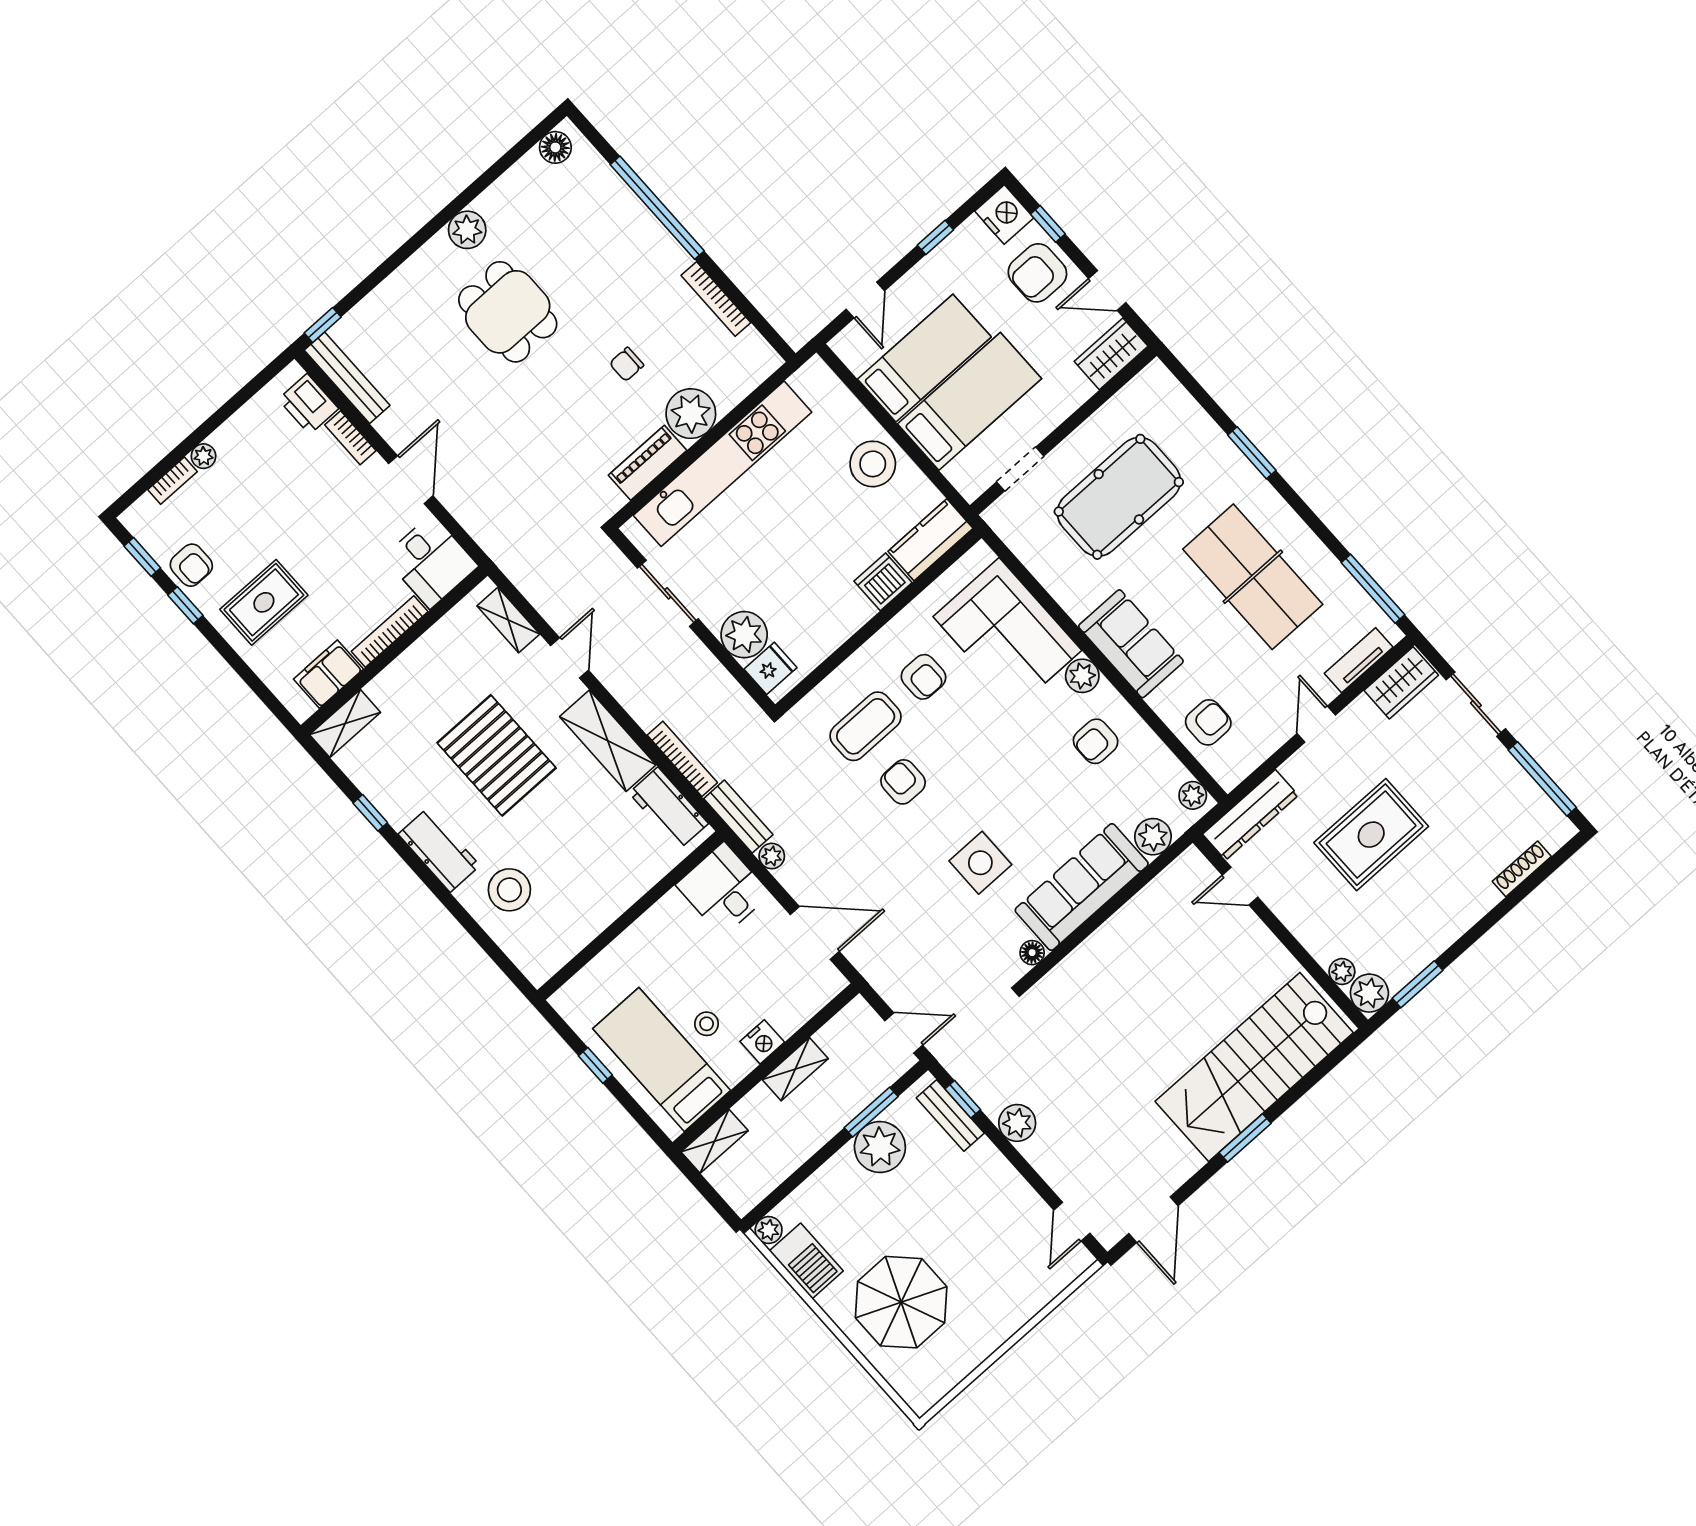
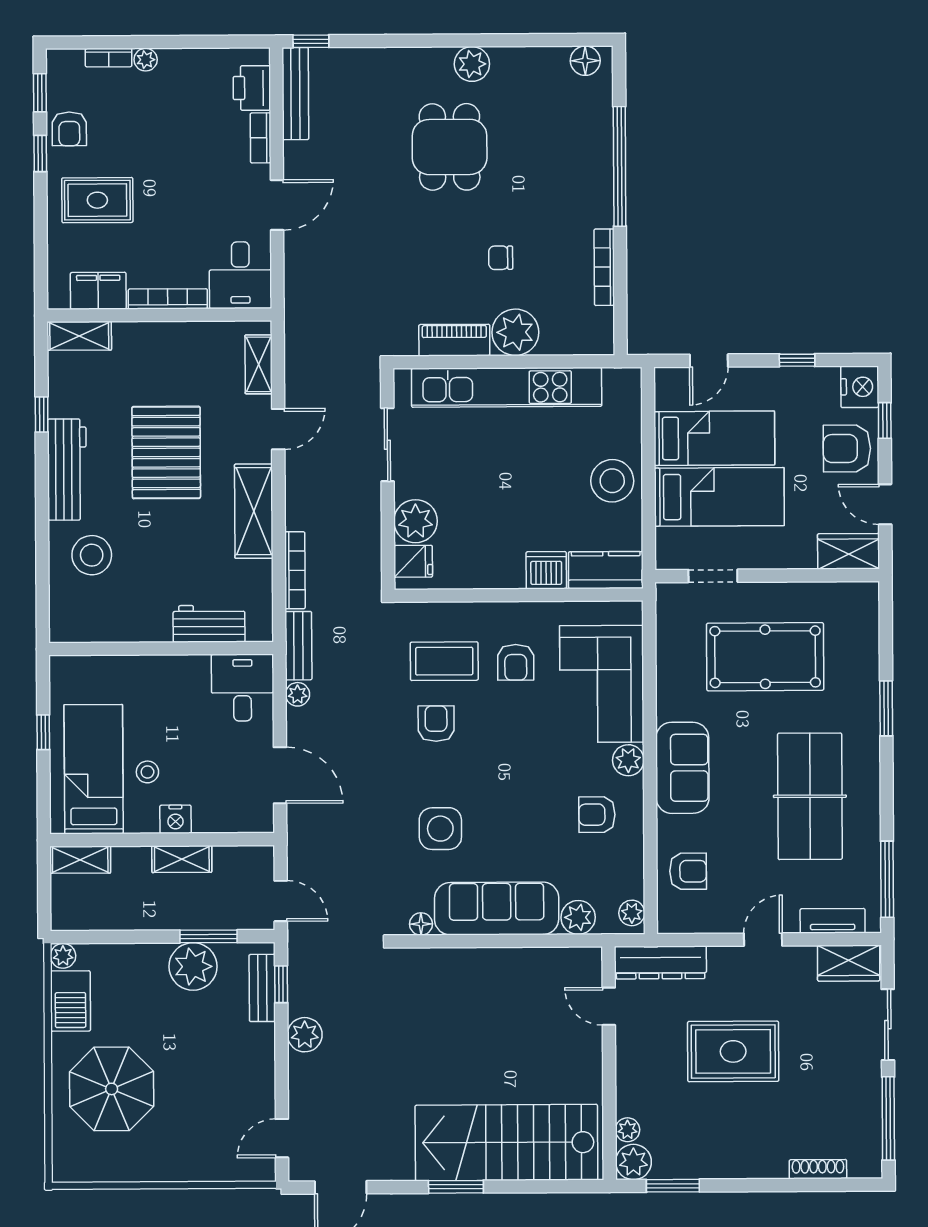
workbench: (669, 808) -> (209, 624), moved, turned 90
workbench: (439, 850) -> (67, 470), width x1.37

